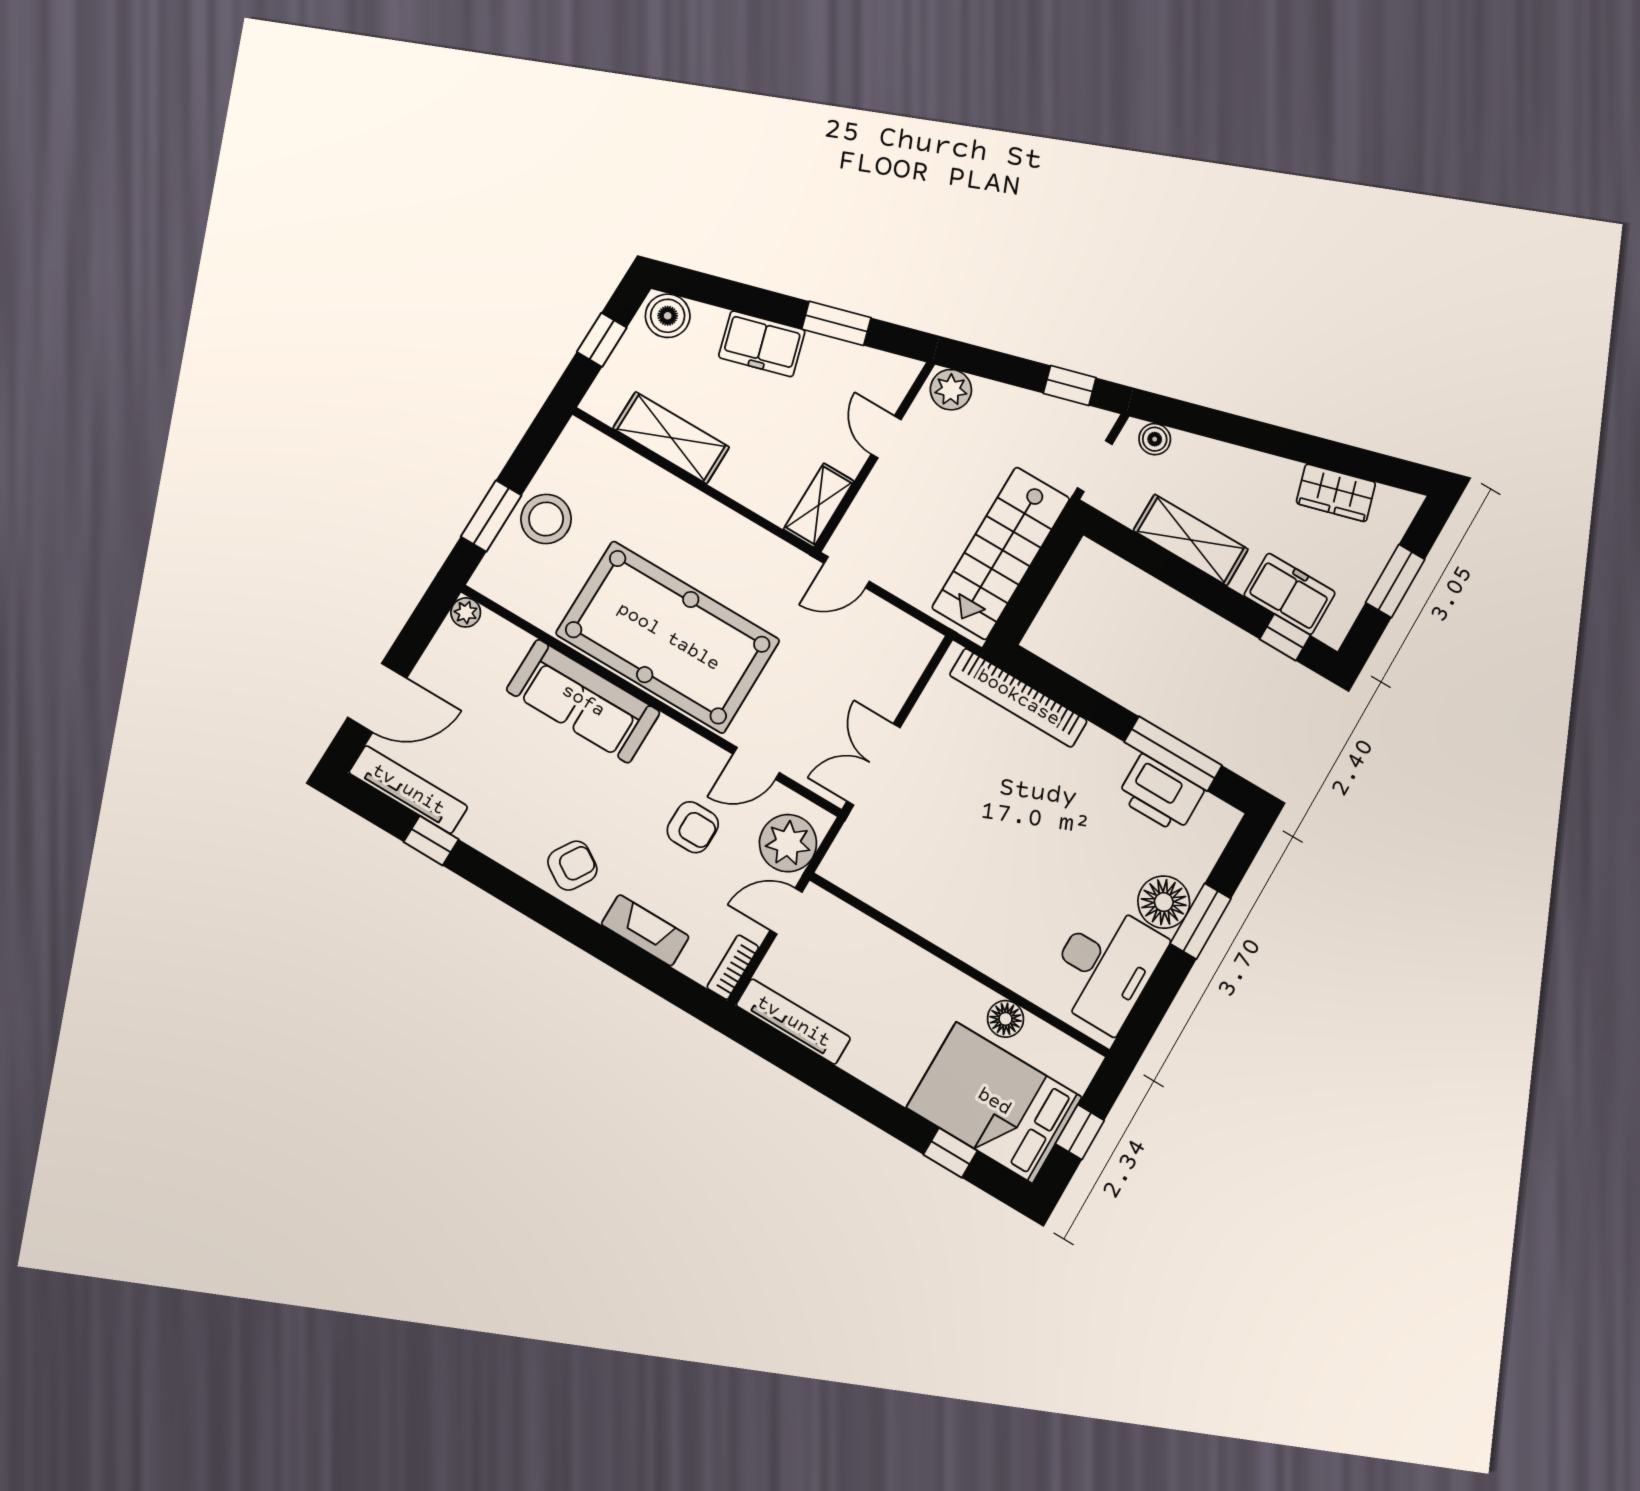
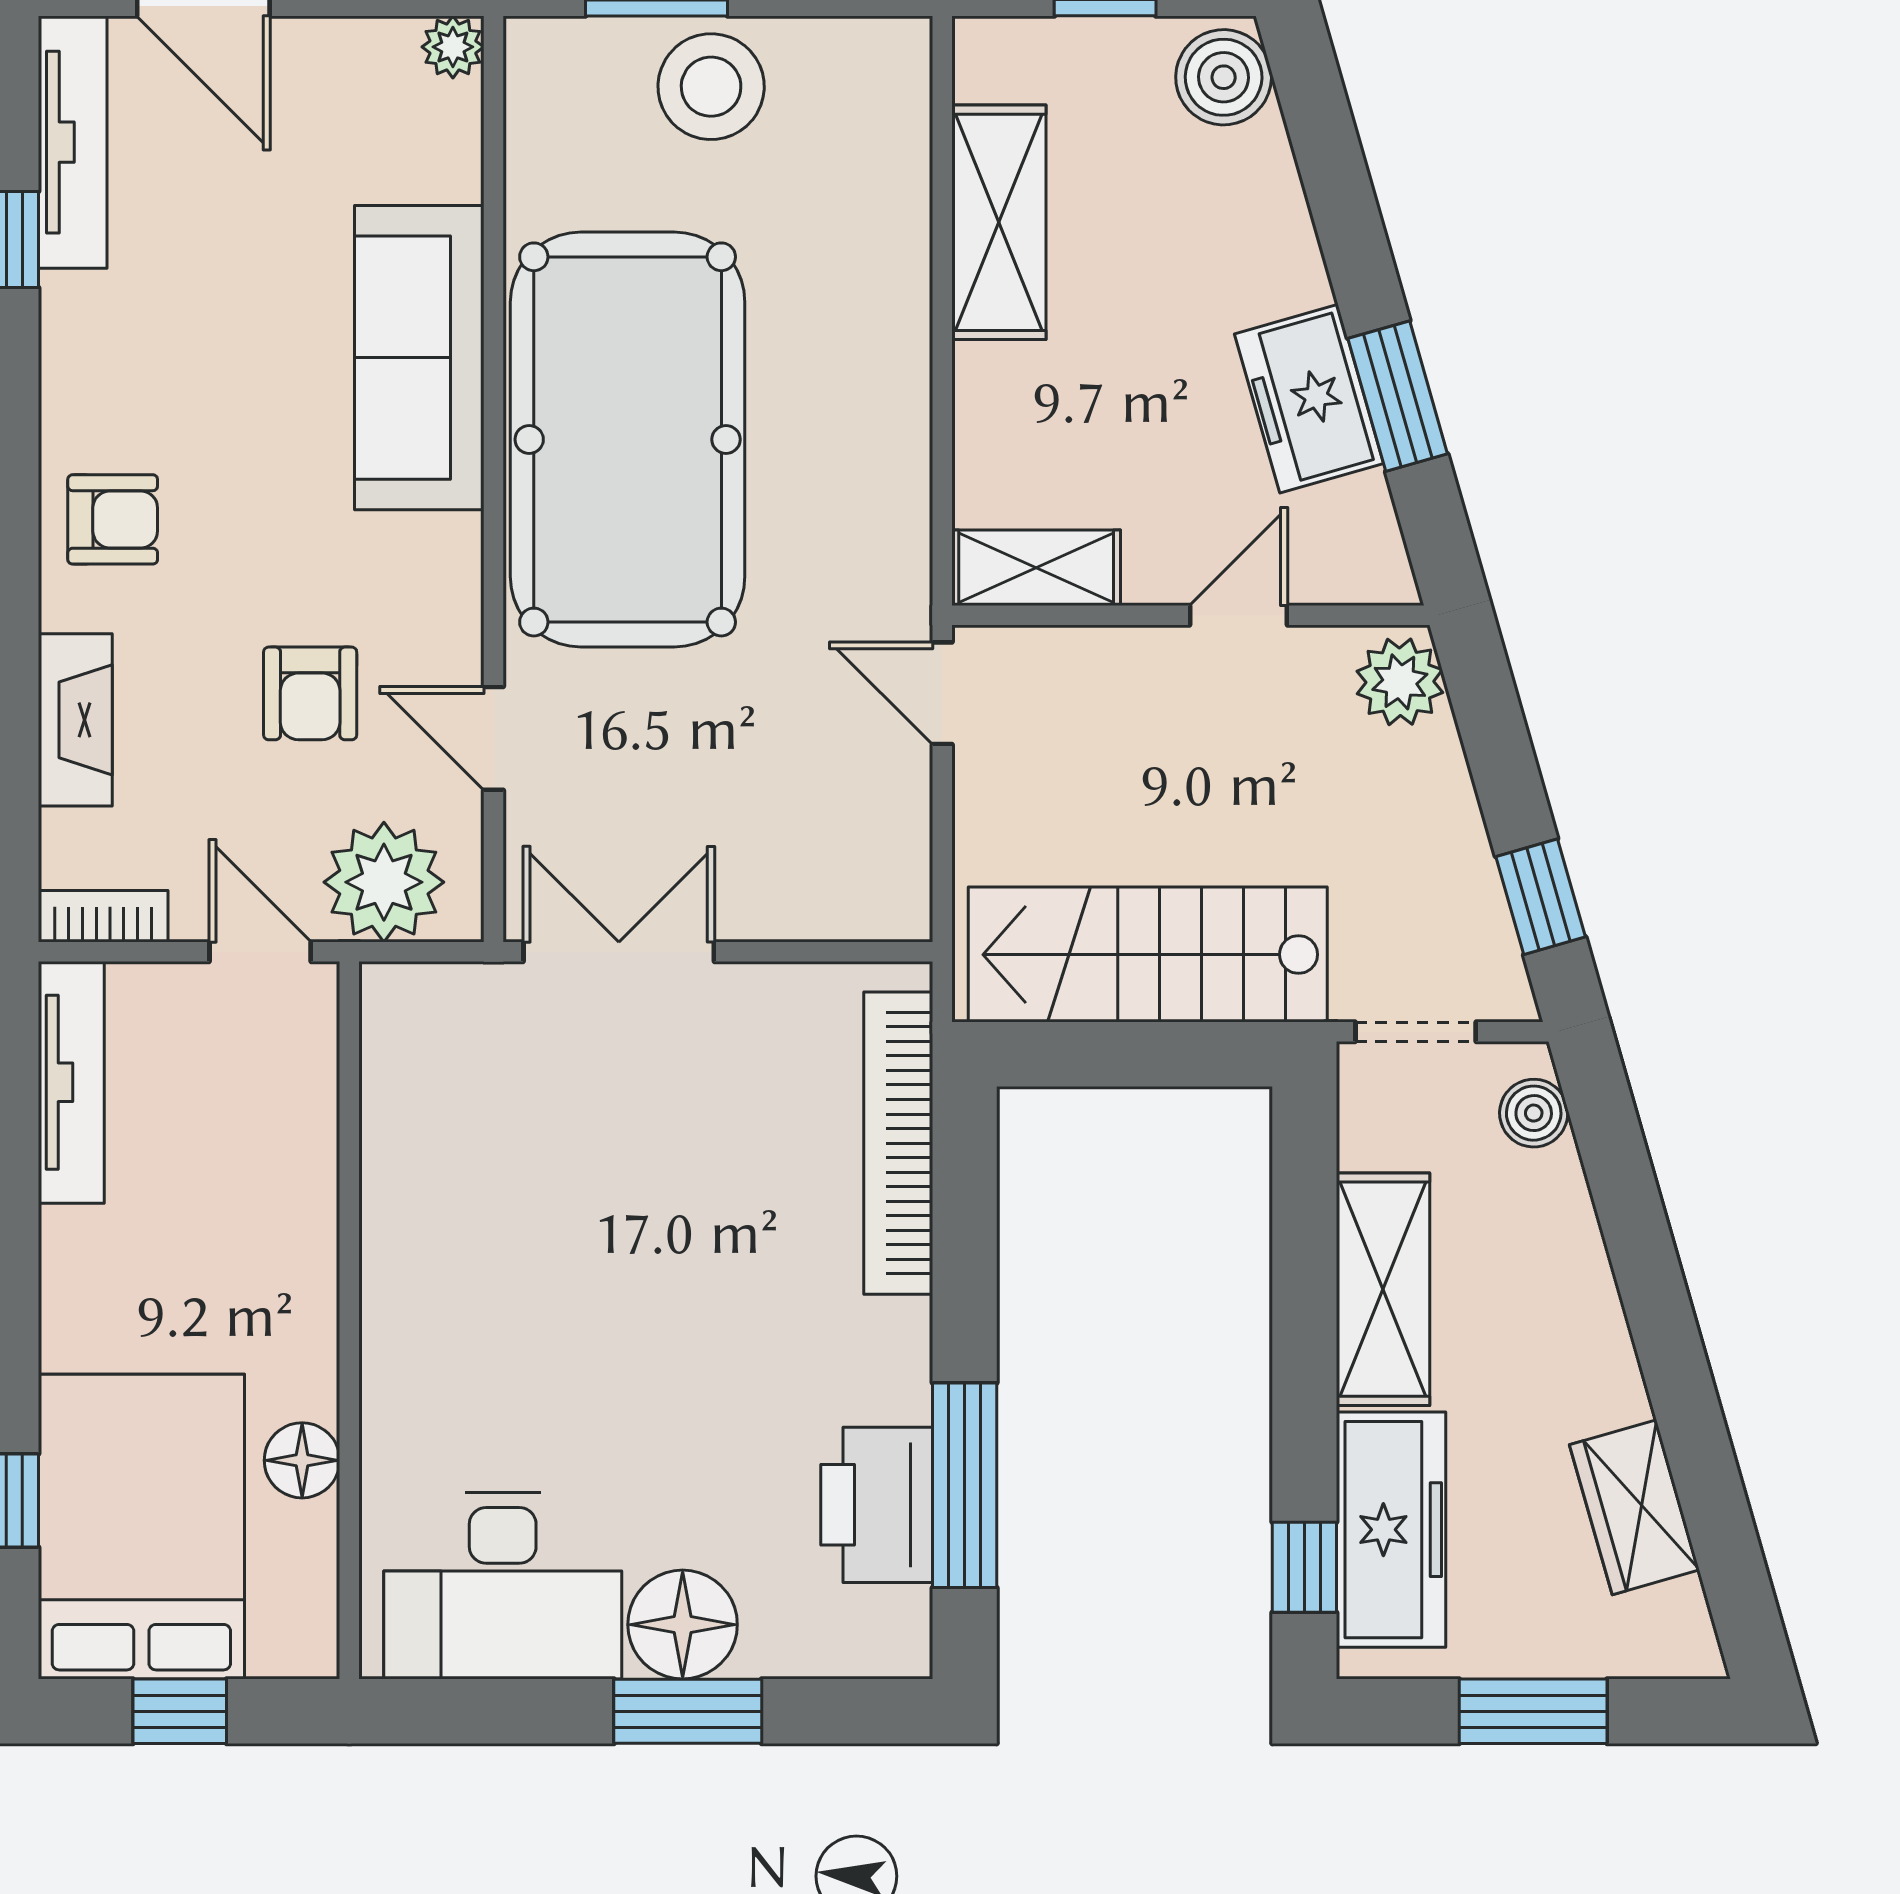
freezer: (762, 344) -> (1309, 399), moved
freezer: (1290, 594) -> (1391, 1530), width x1.40
armchair: (572, 866) -> (113, 519), turned -32

